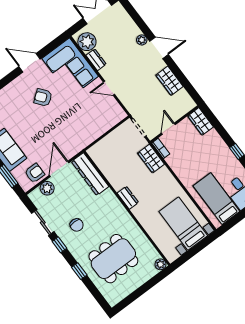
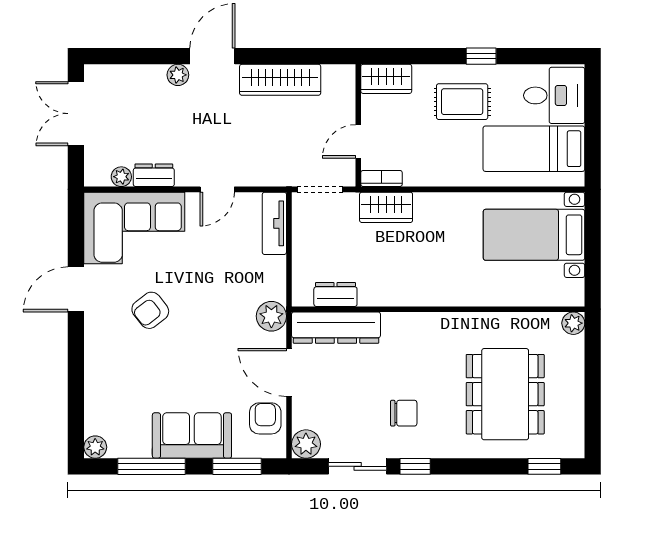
plant: (87, 42) -> (121, 177), width x0.53, depth x0.53
wardrobe: (169, 81) -> (280, 80), width x1.50
tv unit: (112, 120) -> (274, 223), added
door: (168, 129) -> (358, 141), hinge flipped
plant: (76, 146) -> (271, 316), added
rug: (214, 157) -> (462, 102), added
plant: (47, 188) -> (306, 444), moved
dresser: (128, 198) -> (335, 294), moved
window: (79, 271) -> (544, 466), moved

